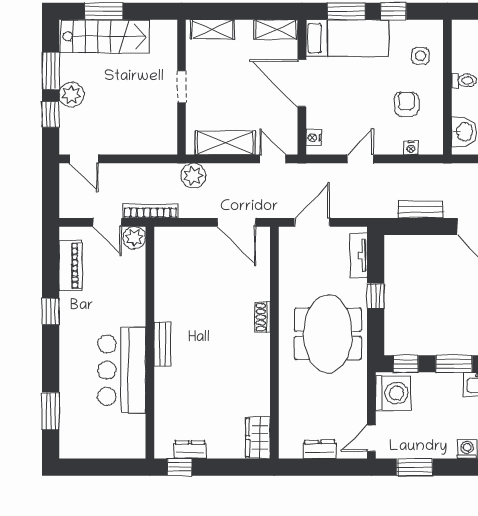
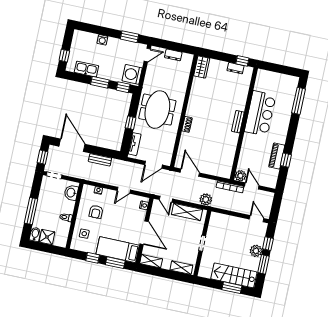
piano: (70, 265) -> (277, 156), moved
window: (51, 311) -> (286, 160), moved
window: (51, 411) -> (299, 101), width x1.44

